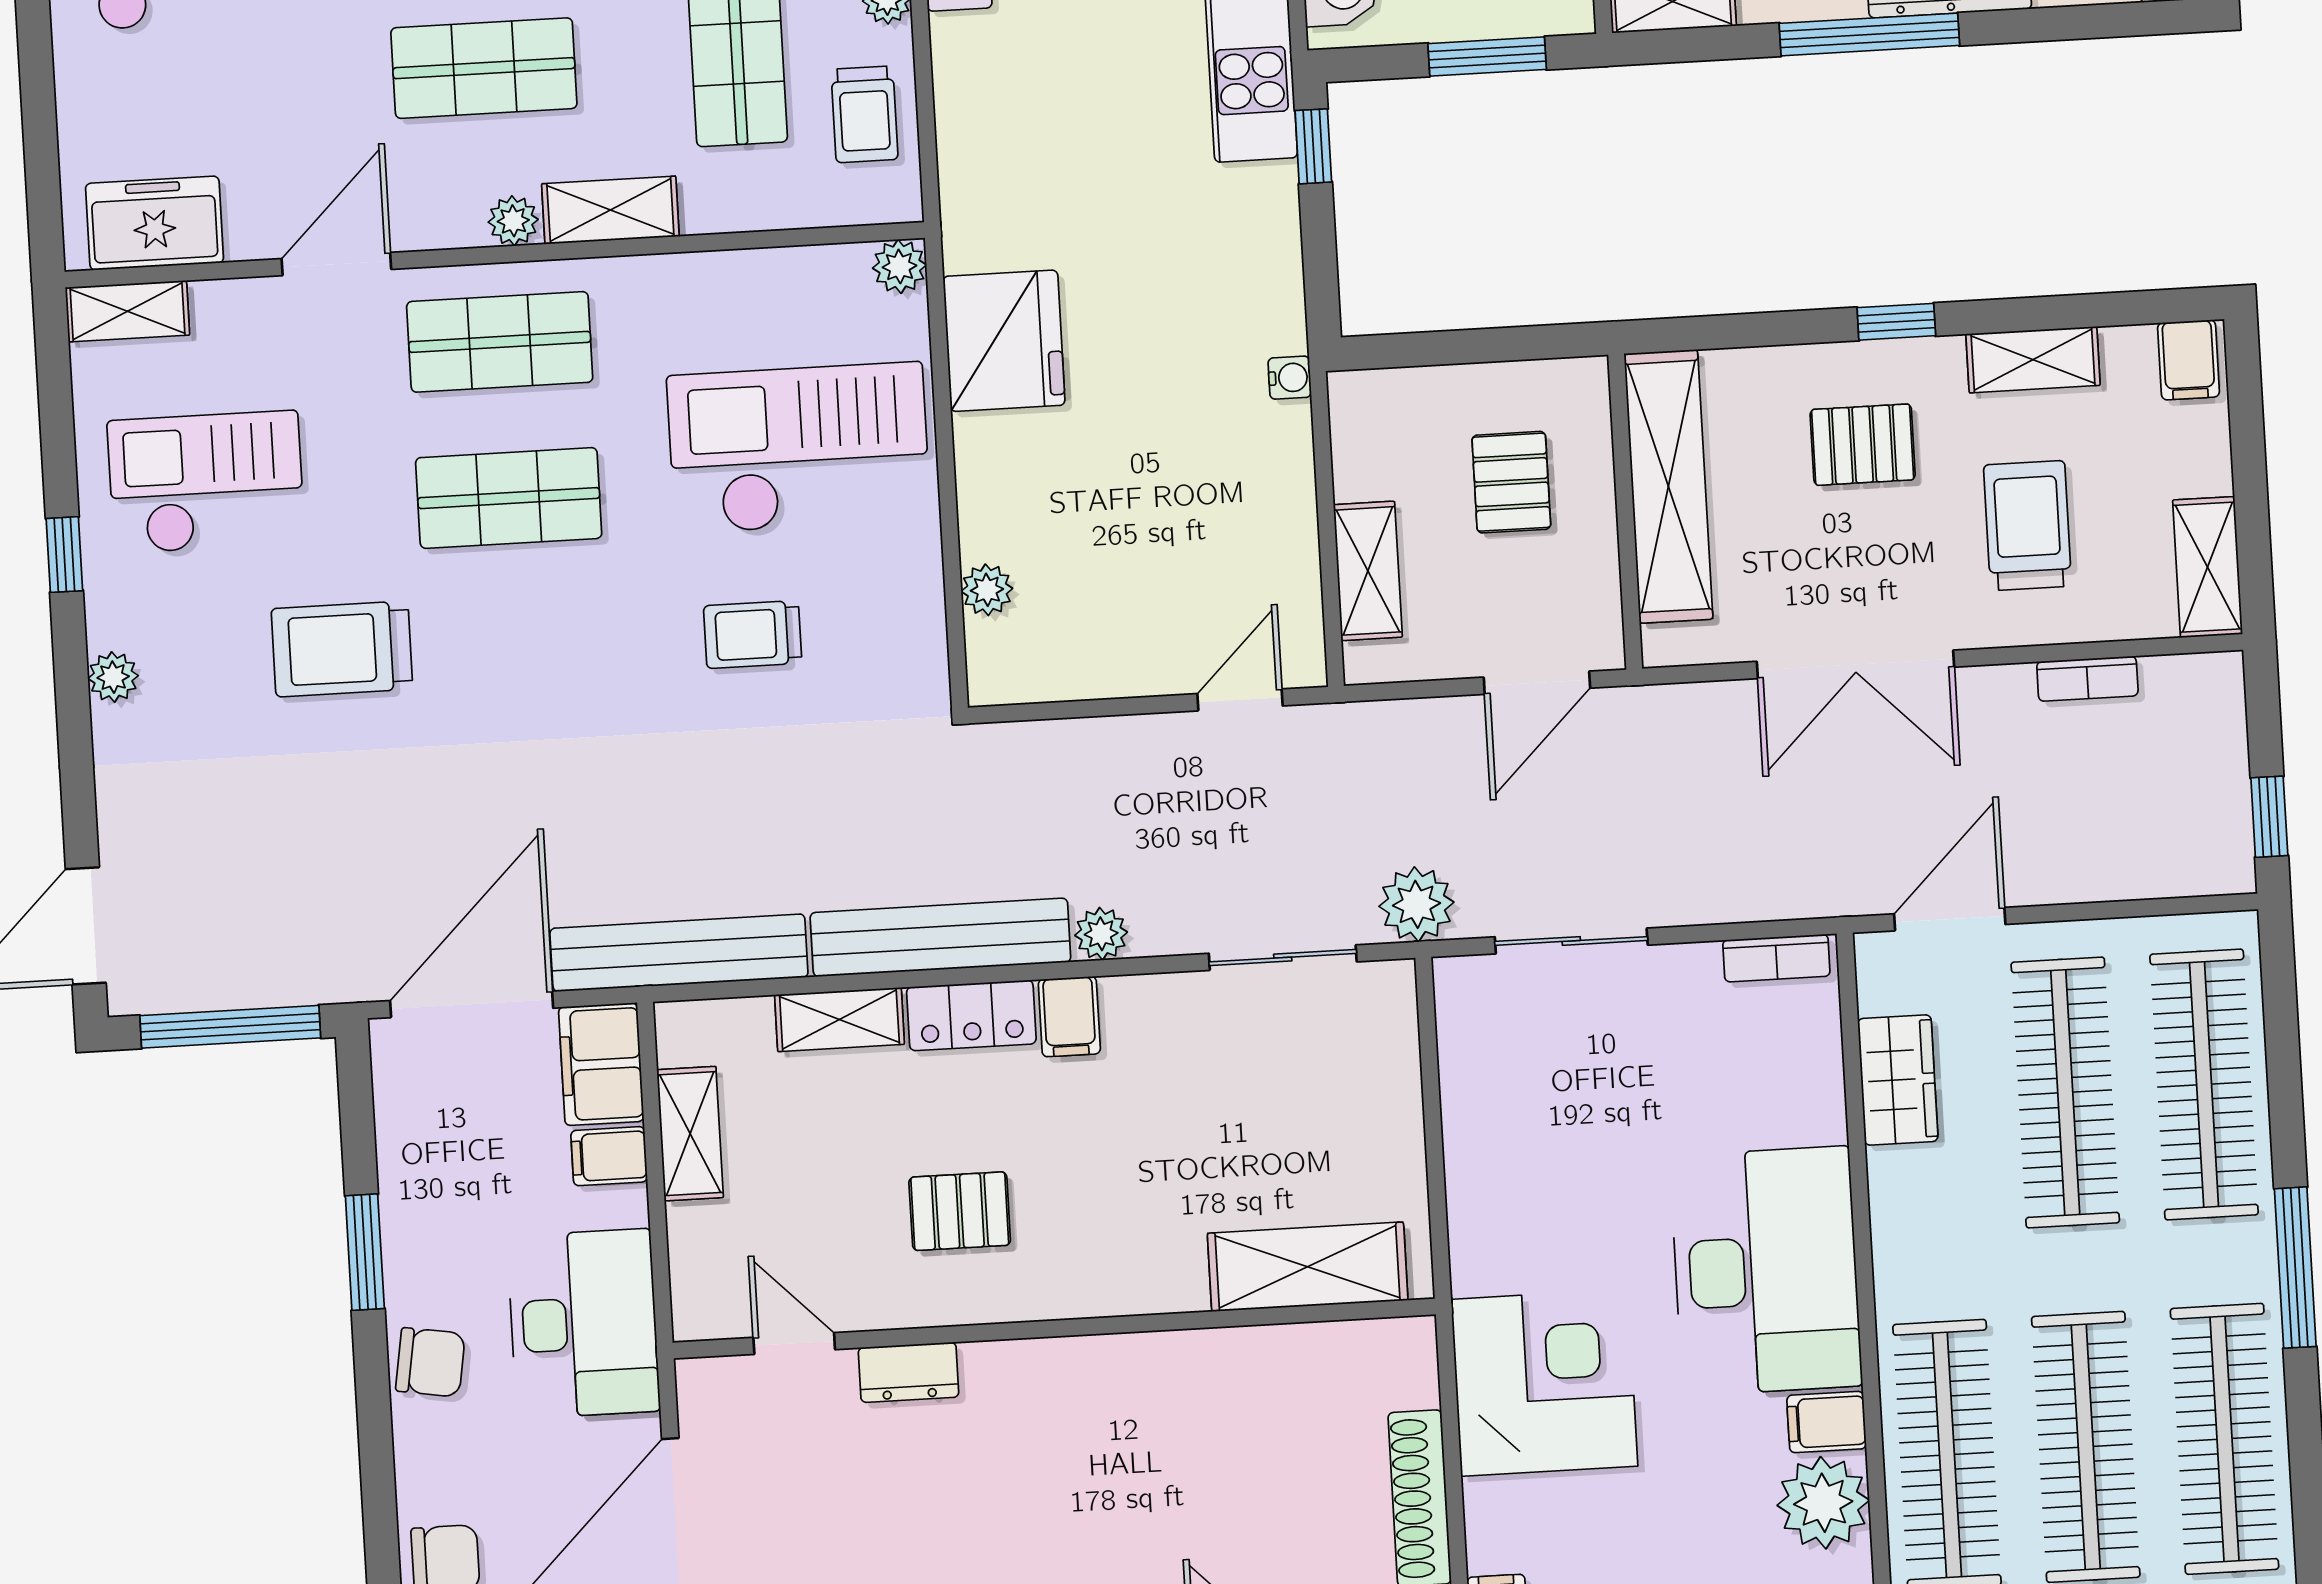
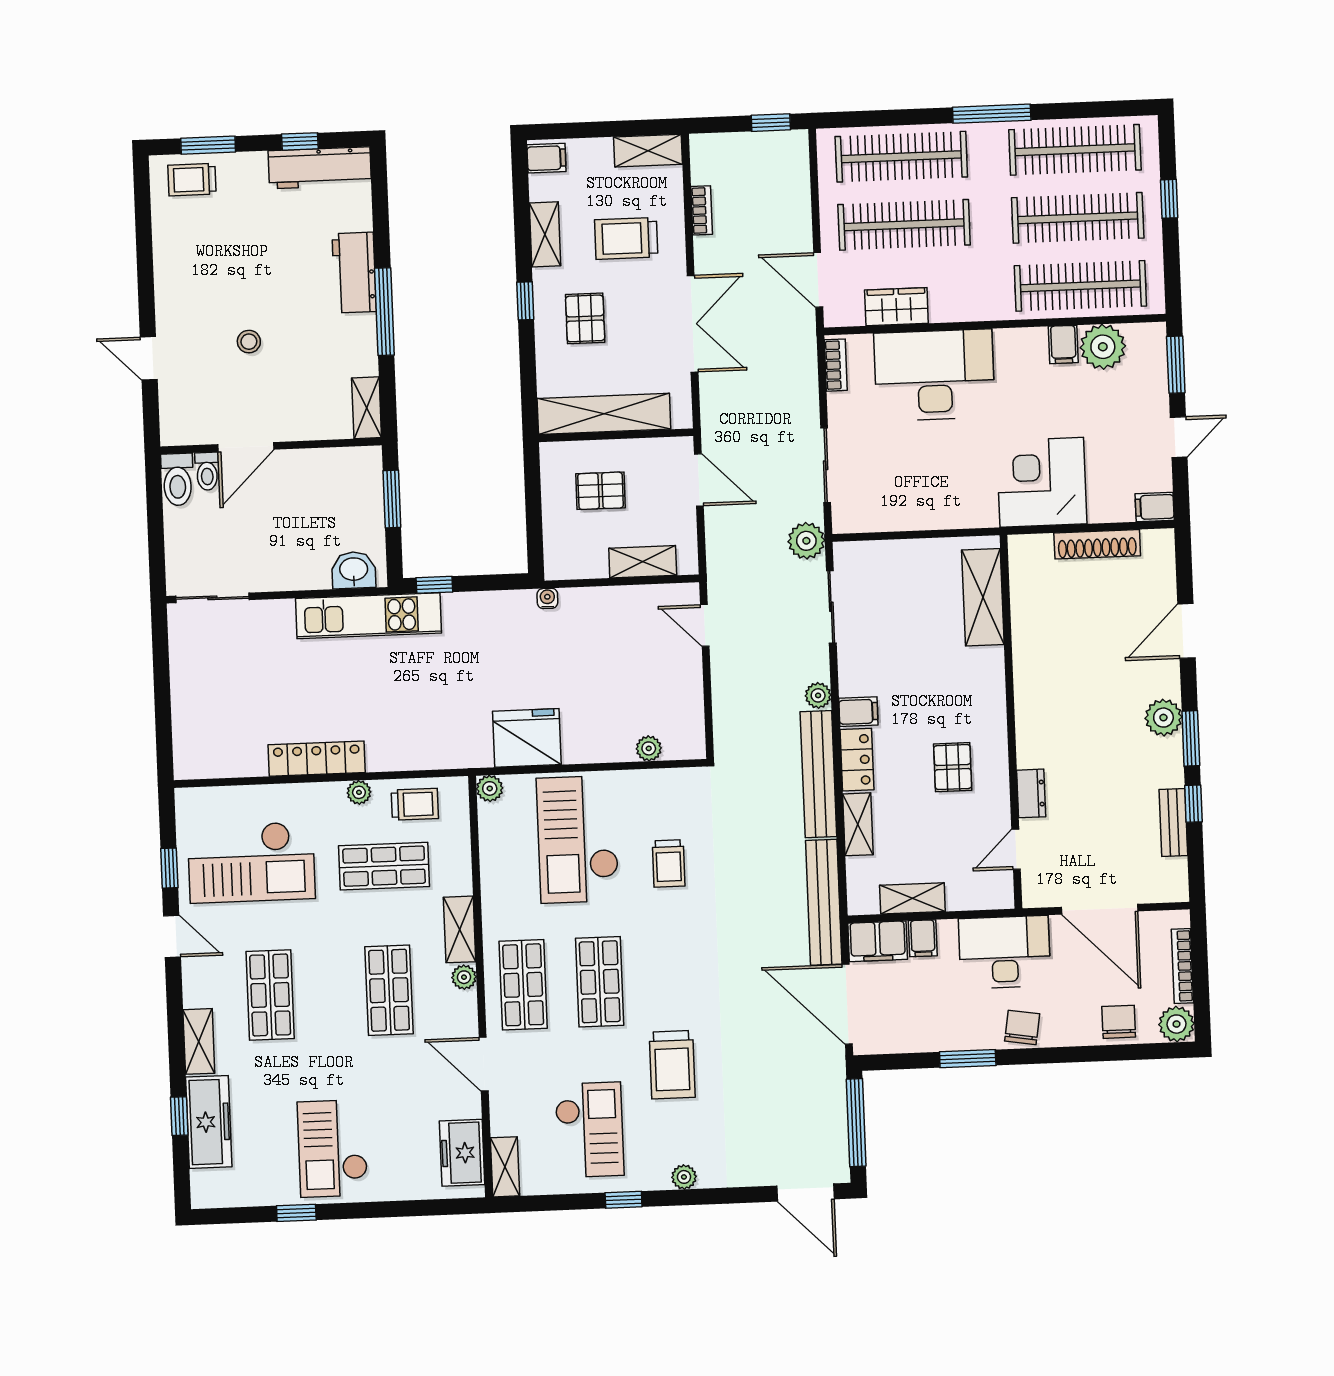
checkout: (206, 482) -> (589, 1130), turned 180
desk: (1766, 1271) -> (934, 375), moved

